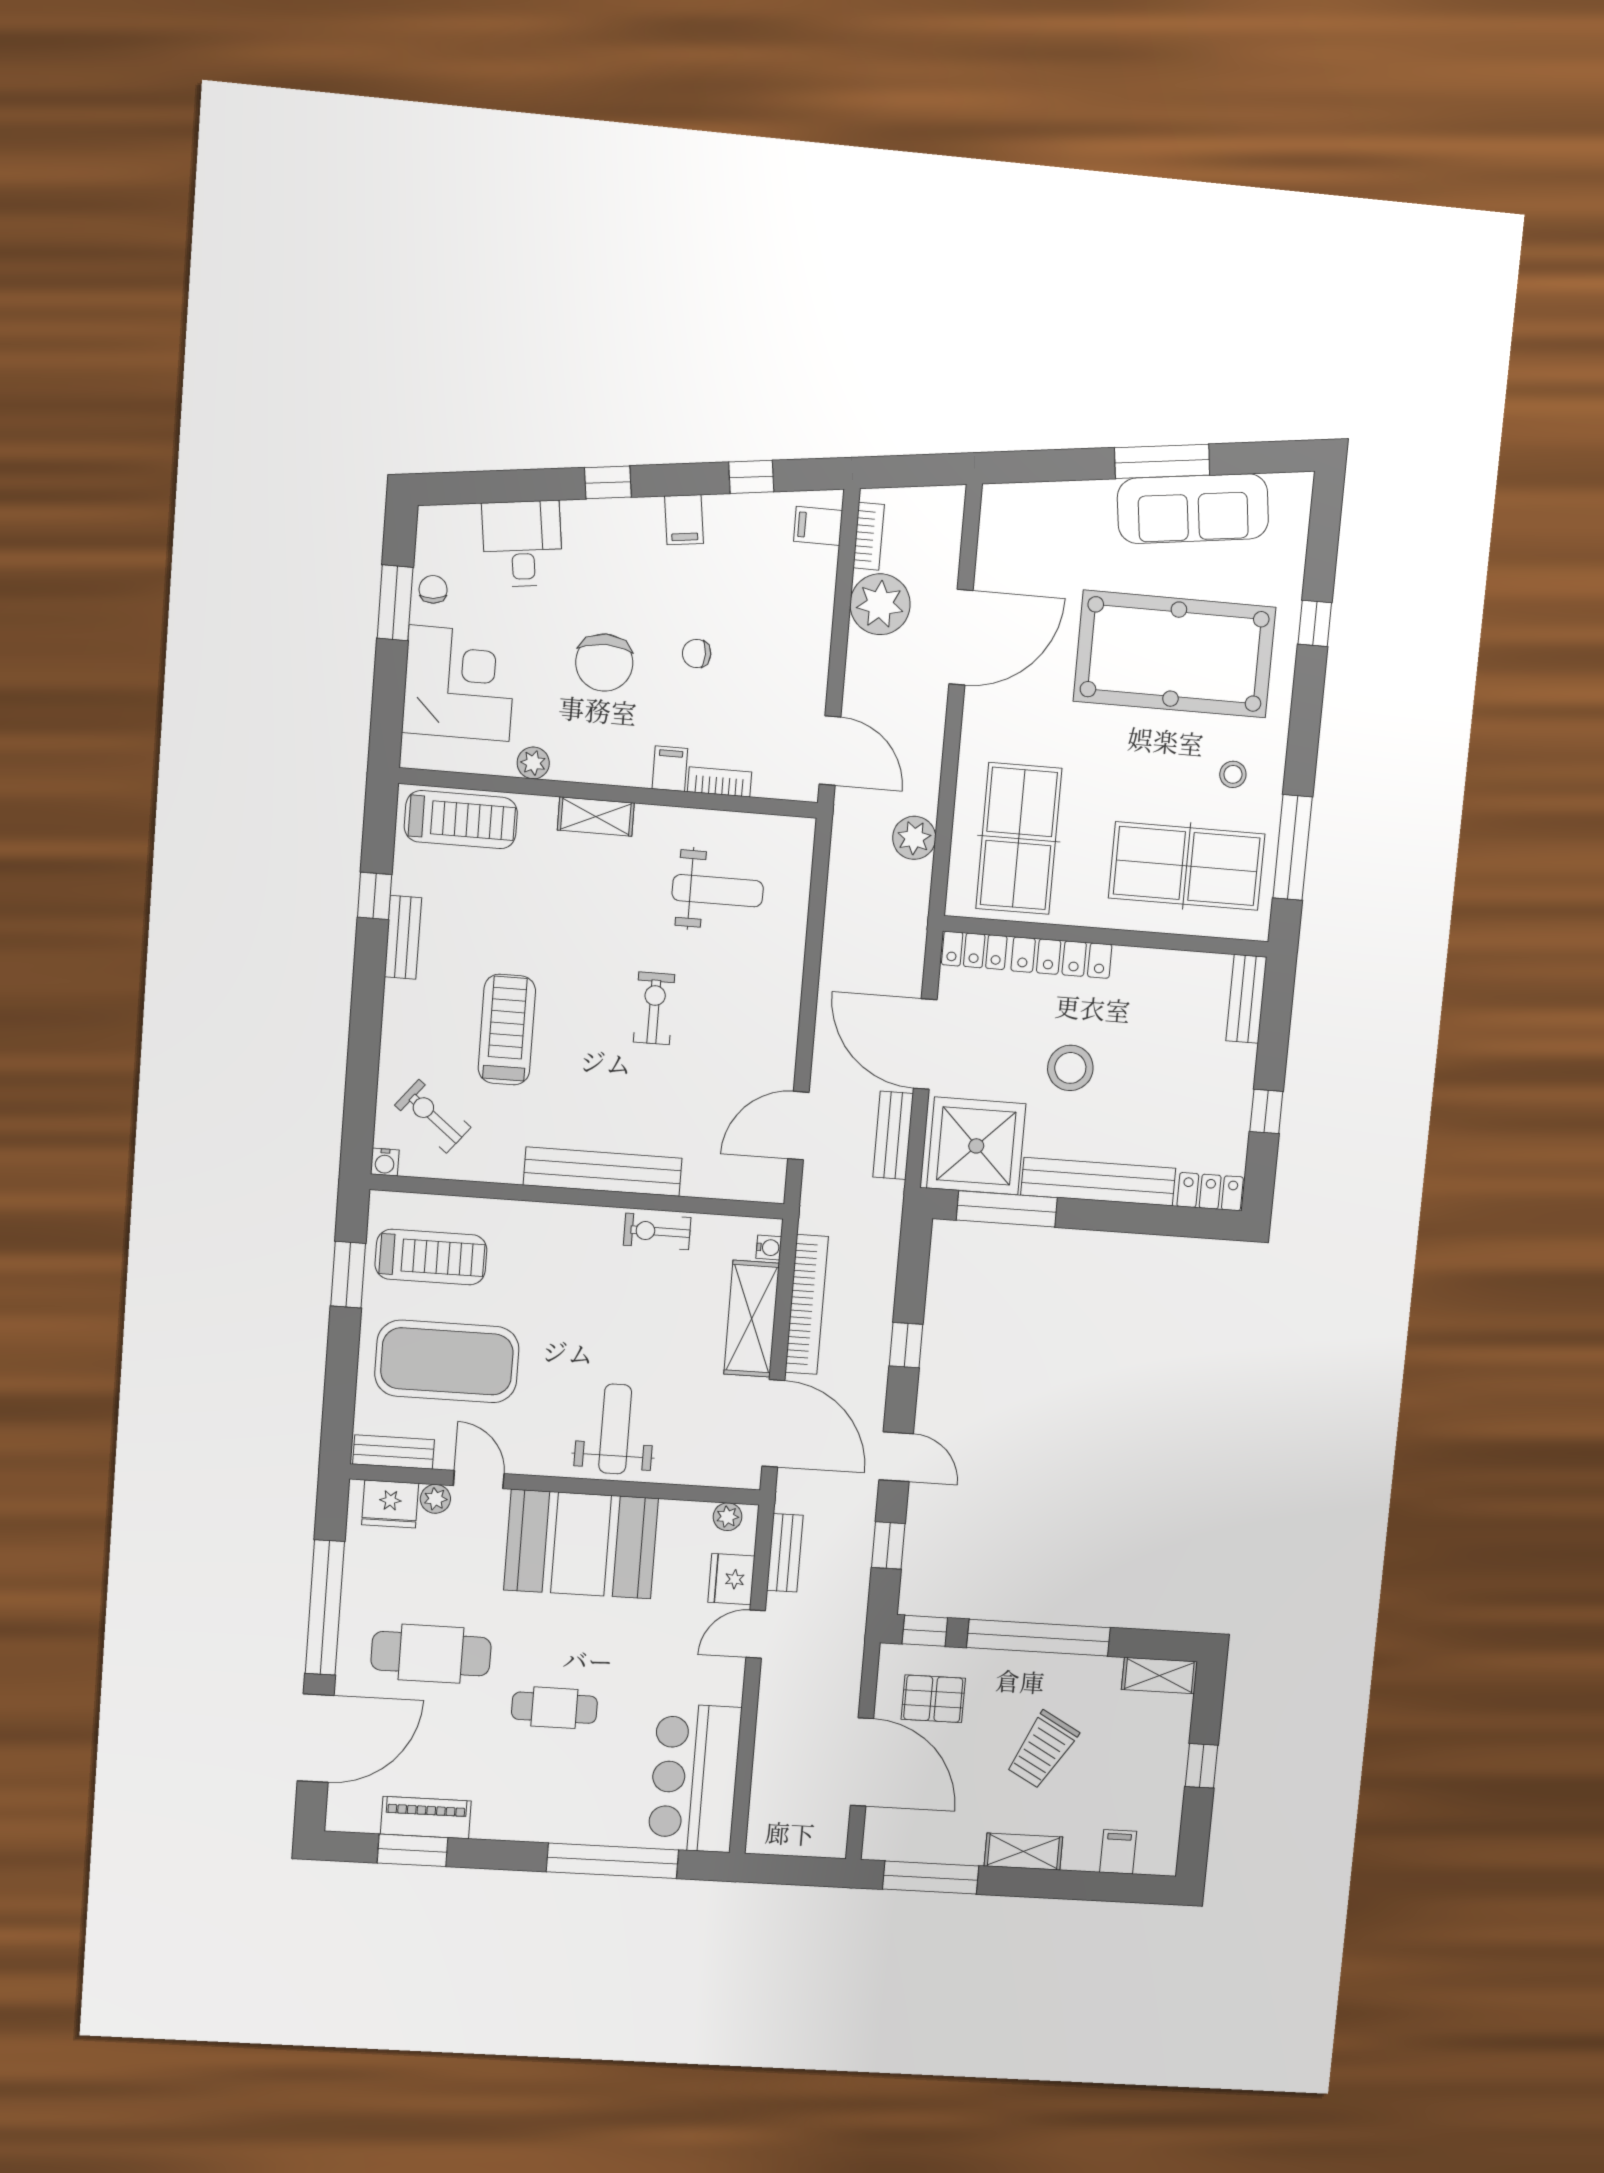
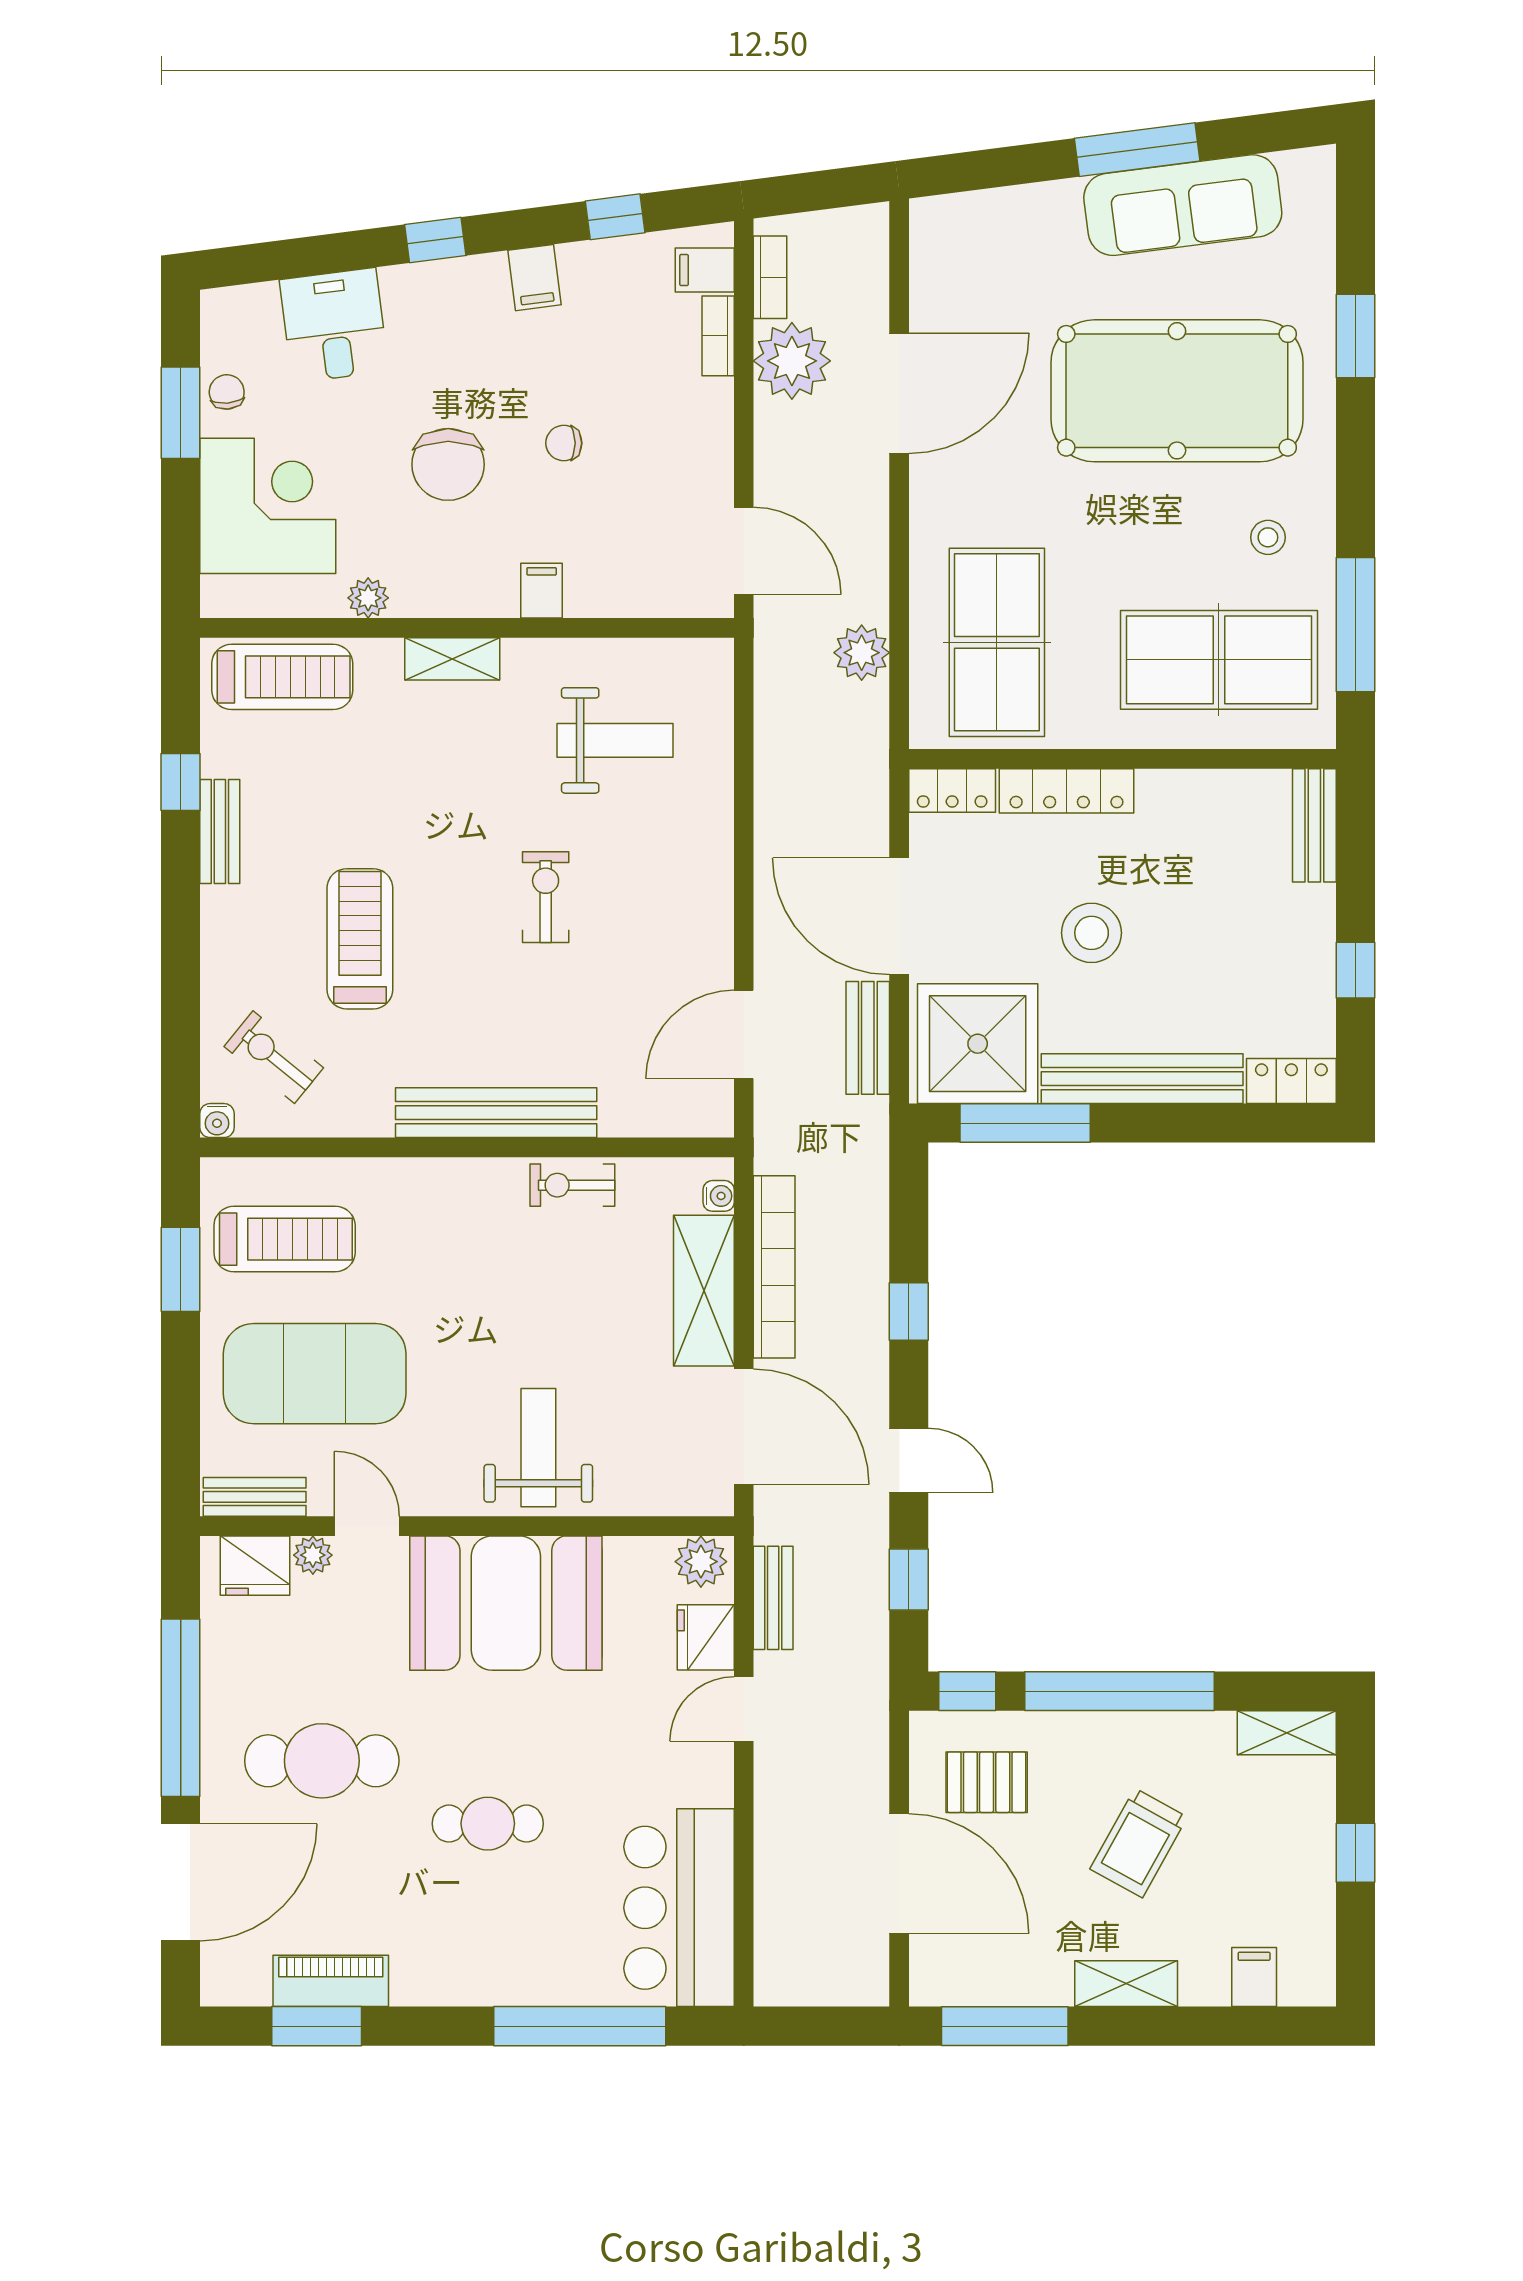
window: (1315, 623) -> (1355, 336), width x1.50
bookcase: (720, 782) -> (718, 336), moved, turned -90
plant: (727, 1517) -> (701, 1562), width x1.38, depth x1.38

